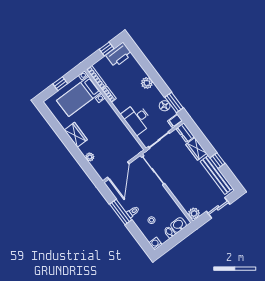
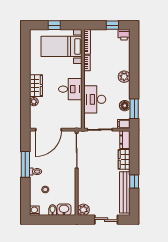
printer: (119, 55) -> (124, 35), width x0.53, depth x0.68
desk: (111, 125) -> (70, 89), added
wardrobe: (76, 135) -> (36, 86), moved

